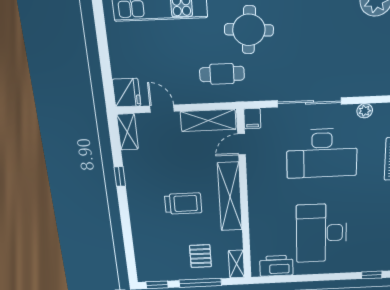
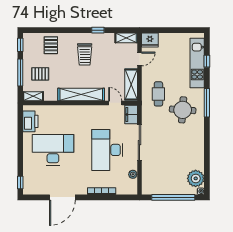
filing cabinet: (252, 119) -> (131, 114), width x2.00
trolley: (183, 204) -> (85, 54), moved
pallet: (153, 244) -> (51, 45), added

